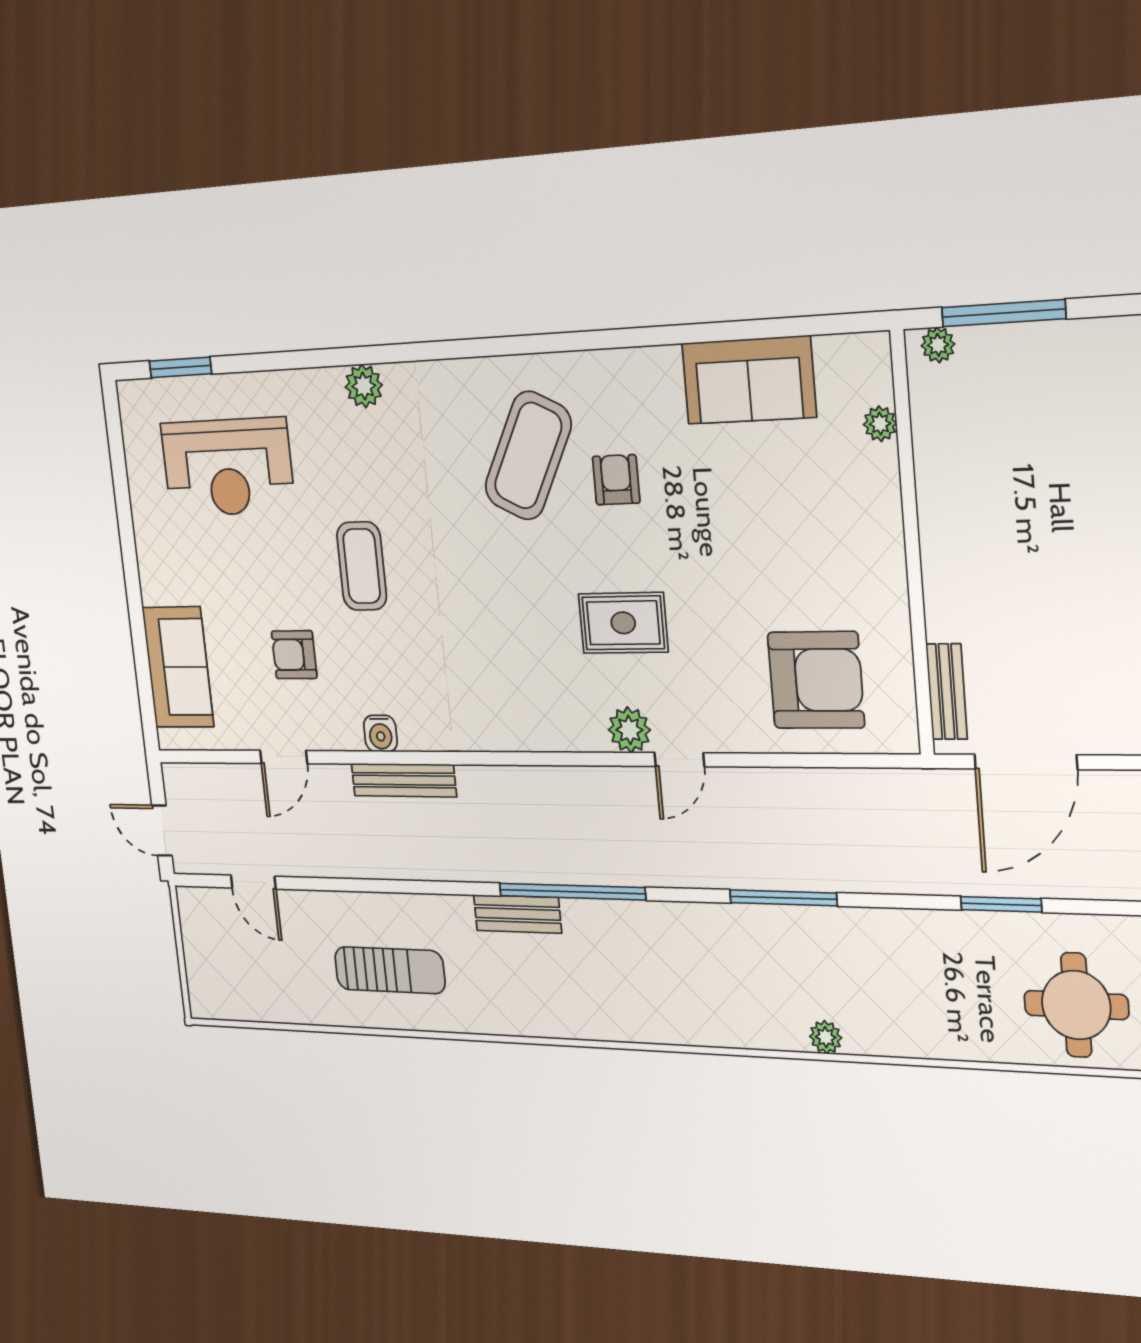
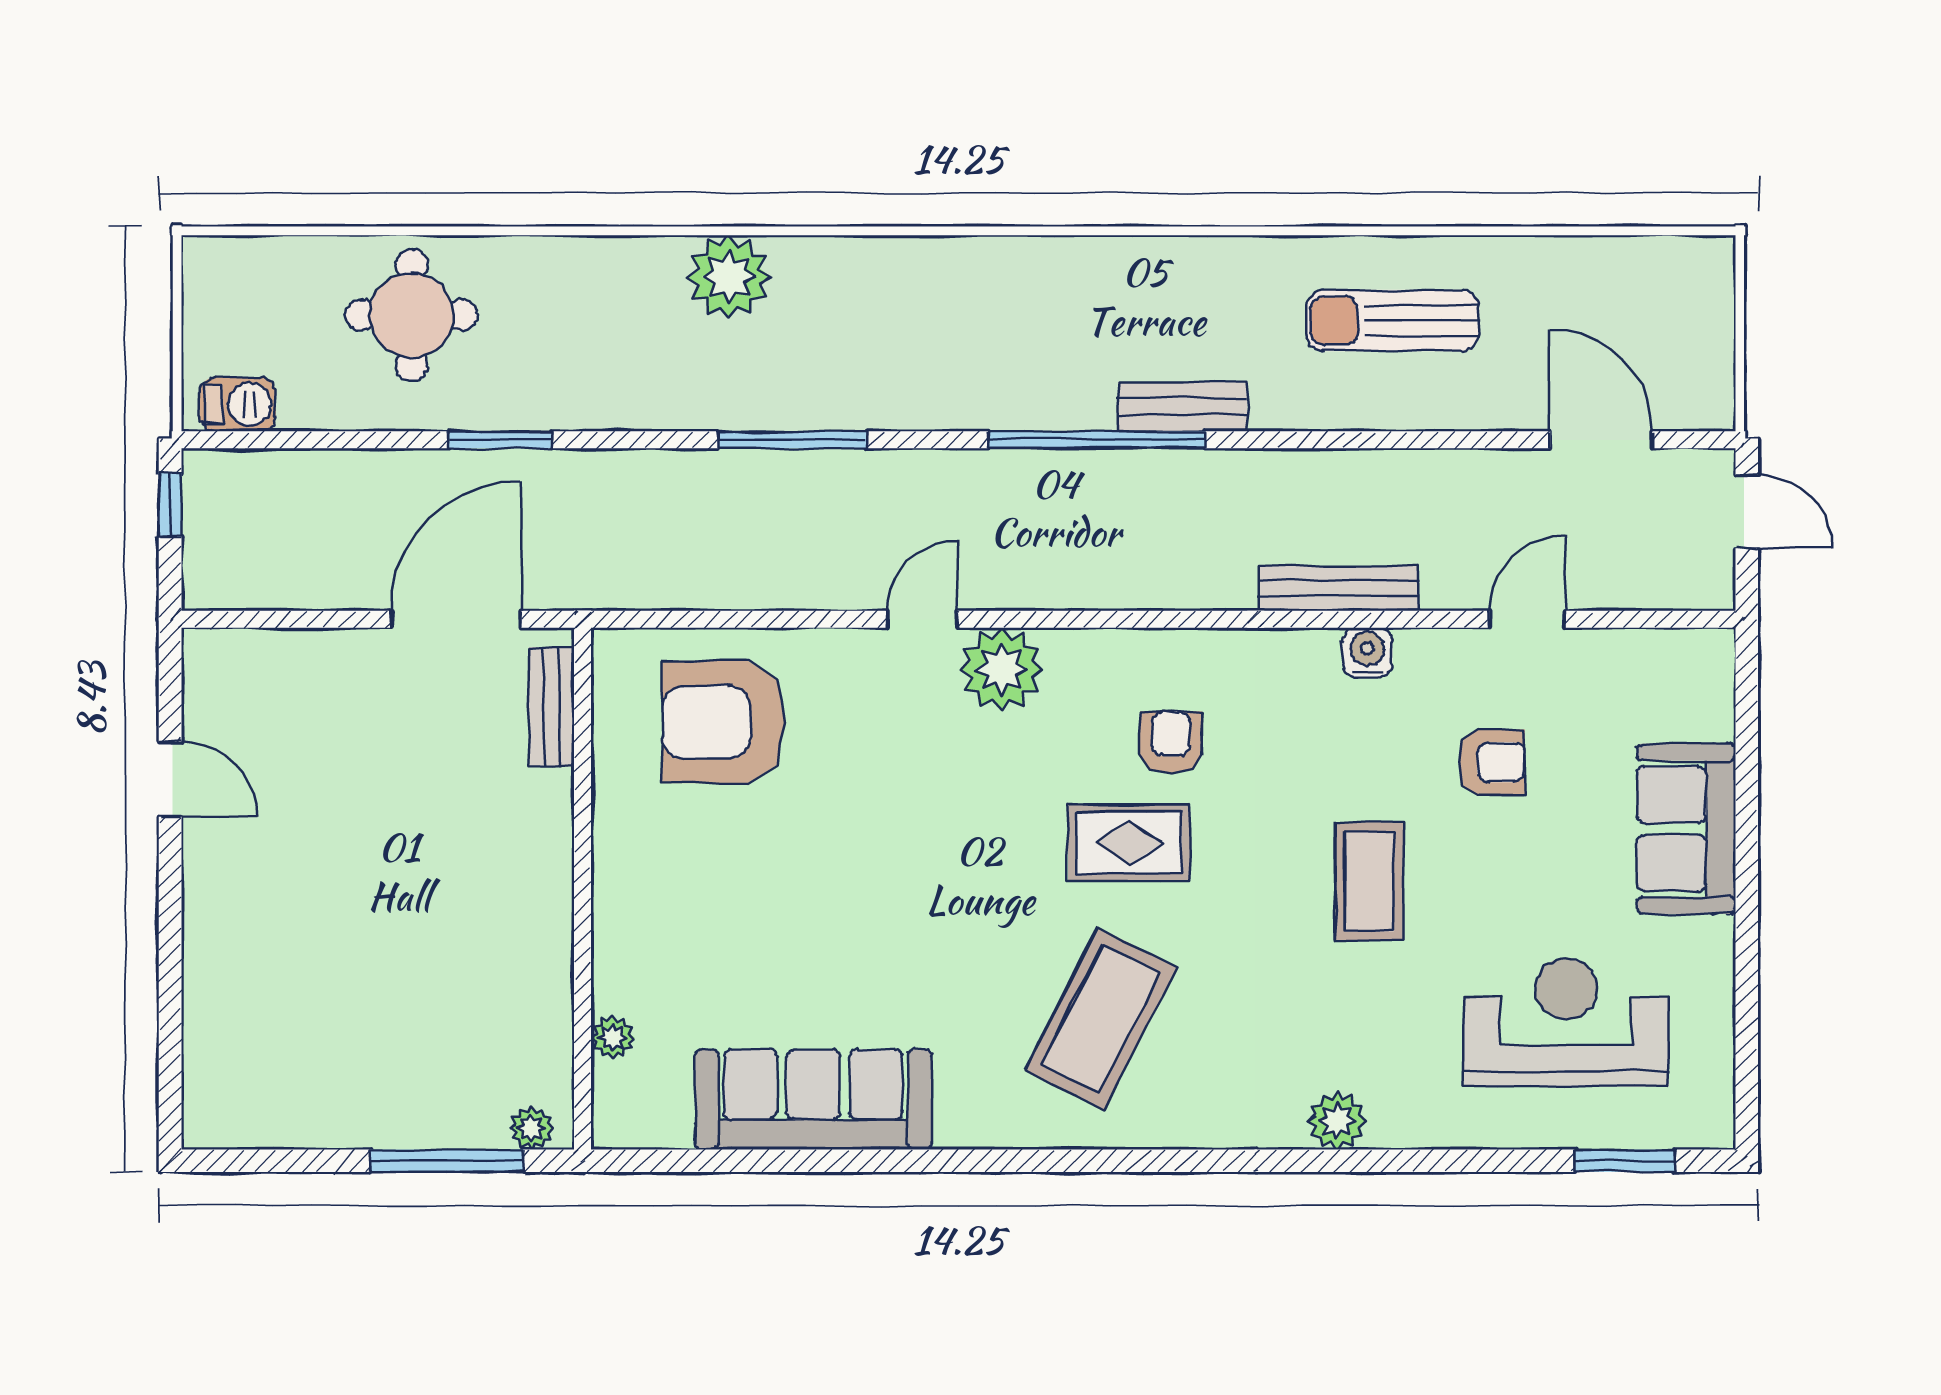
sofa: (749, 380) -> (813, 1099), width x1.36
armchair: (616, 480) -> (1171, 742), moved, turned 180
rug: (623, 623) -> (1129, 843), moved
sofa: (178, 667) -> (1686, 829), moved
plant: (629, 730) -> (1001, 669), width x1.36, depth x1.36
door: (253, 882) -> (1601, 440), width x1.38
plant: (826, 1037) -> (729, 277), width x1.87, depth x1.87

